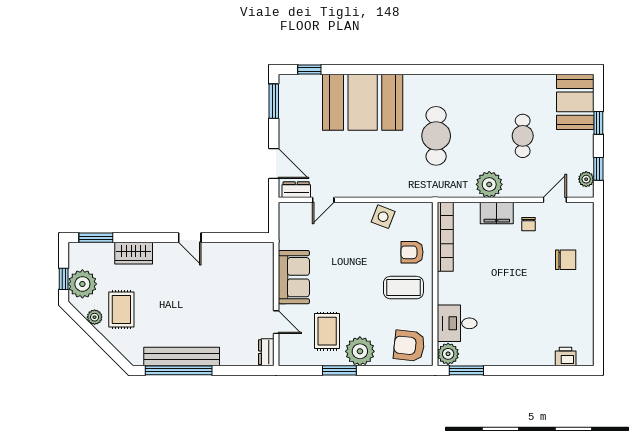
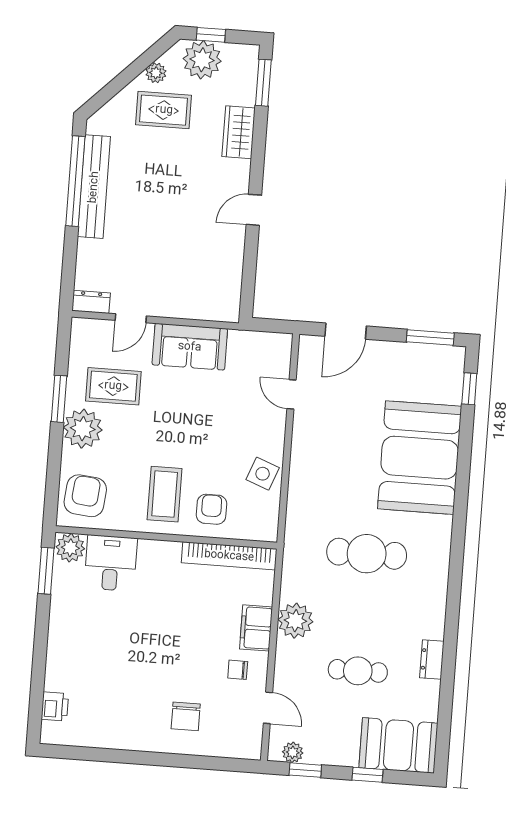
dresser: (296, 190) -> (432, 660), moved, turned 180

